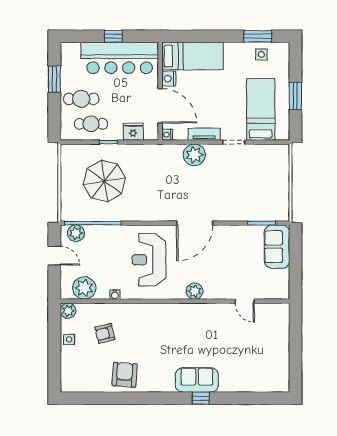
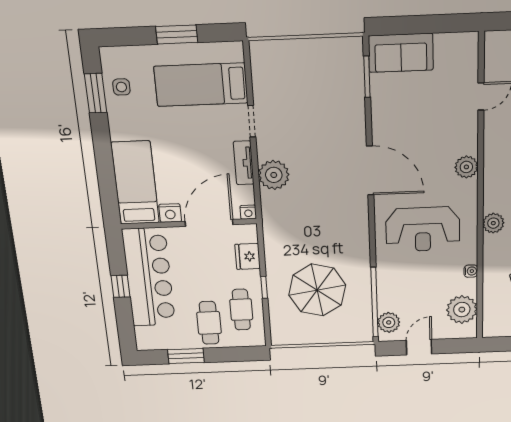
plant: (68, 311) -> (493, 223), moved

